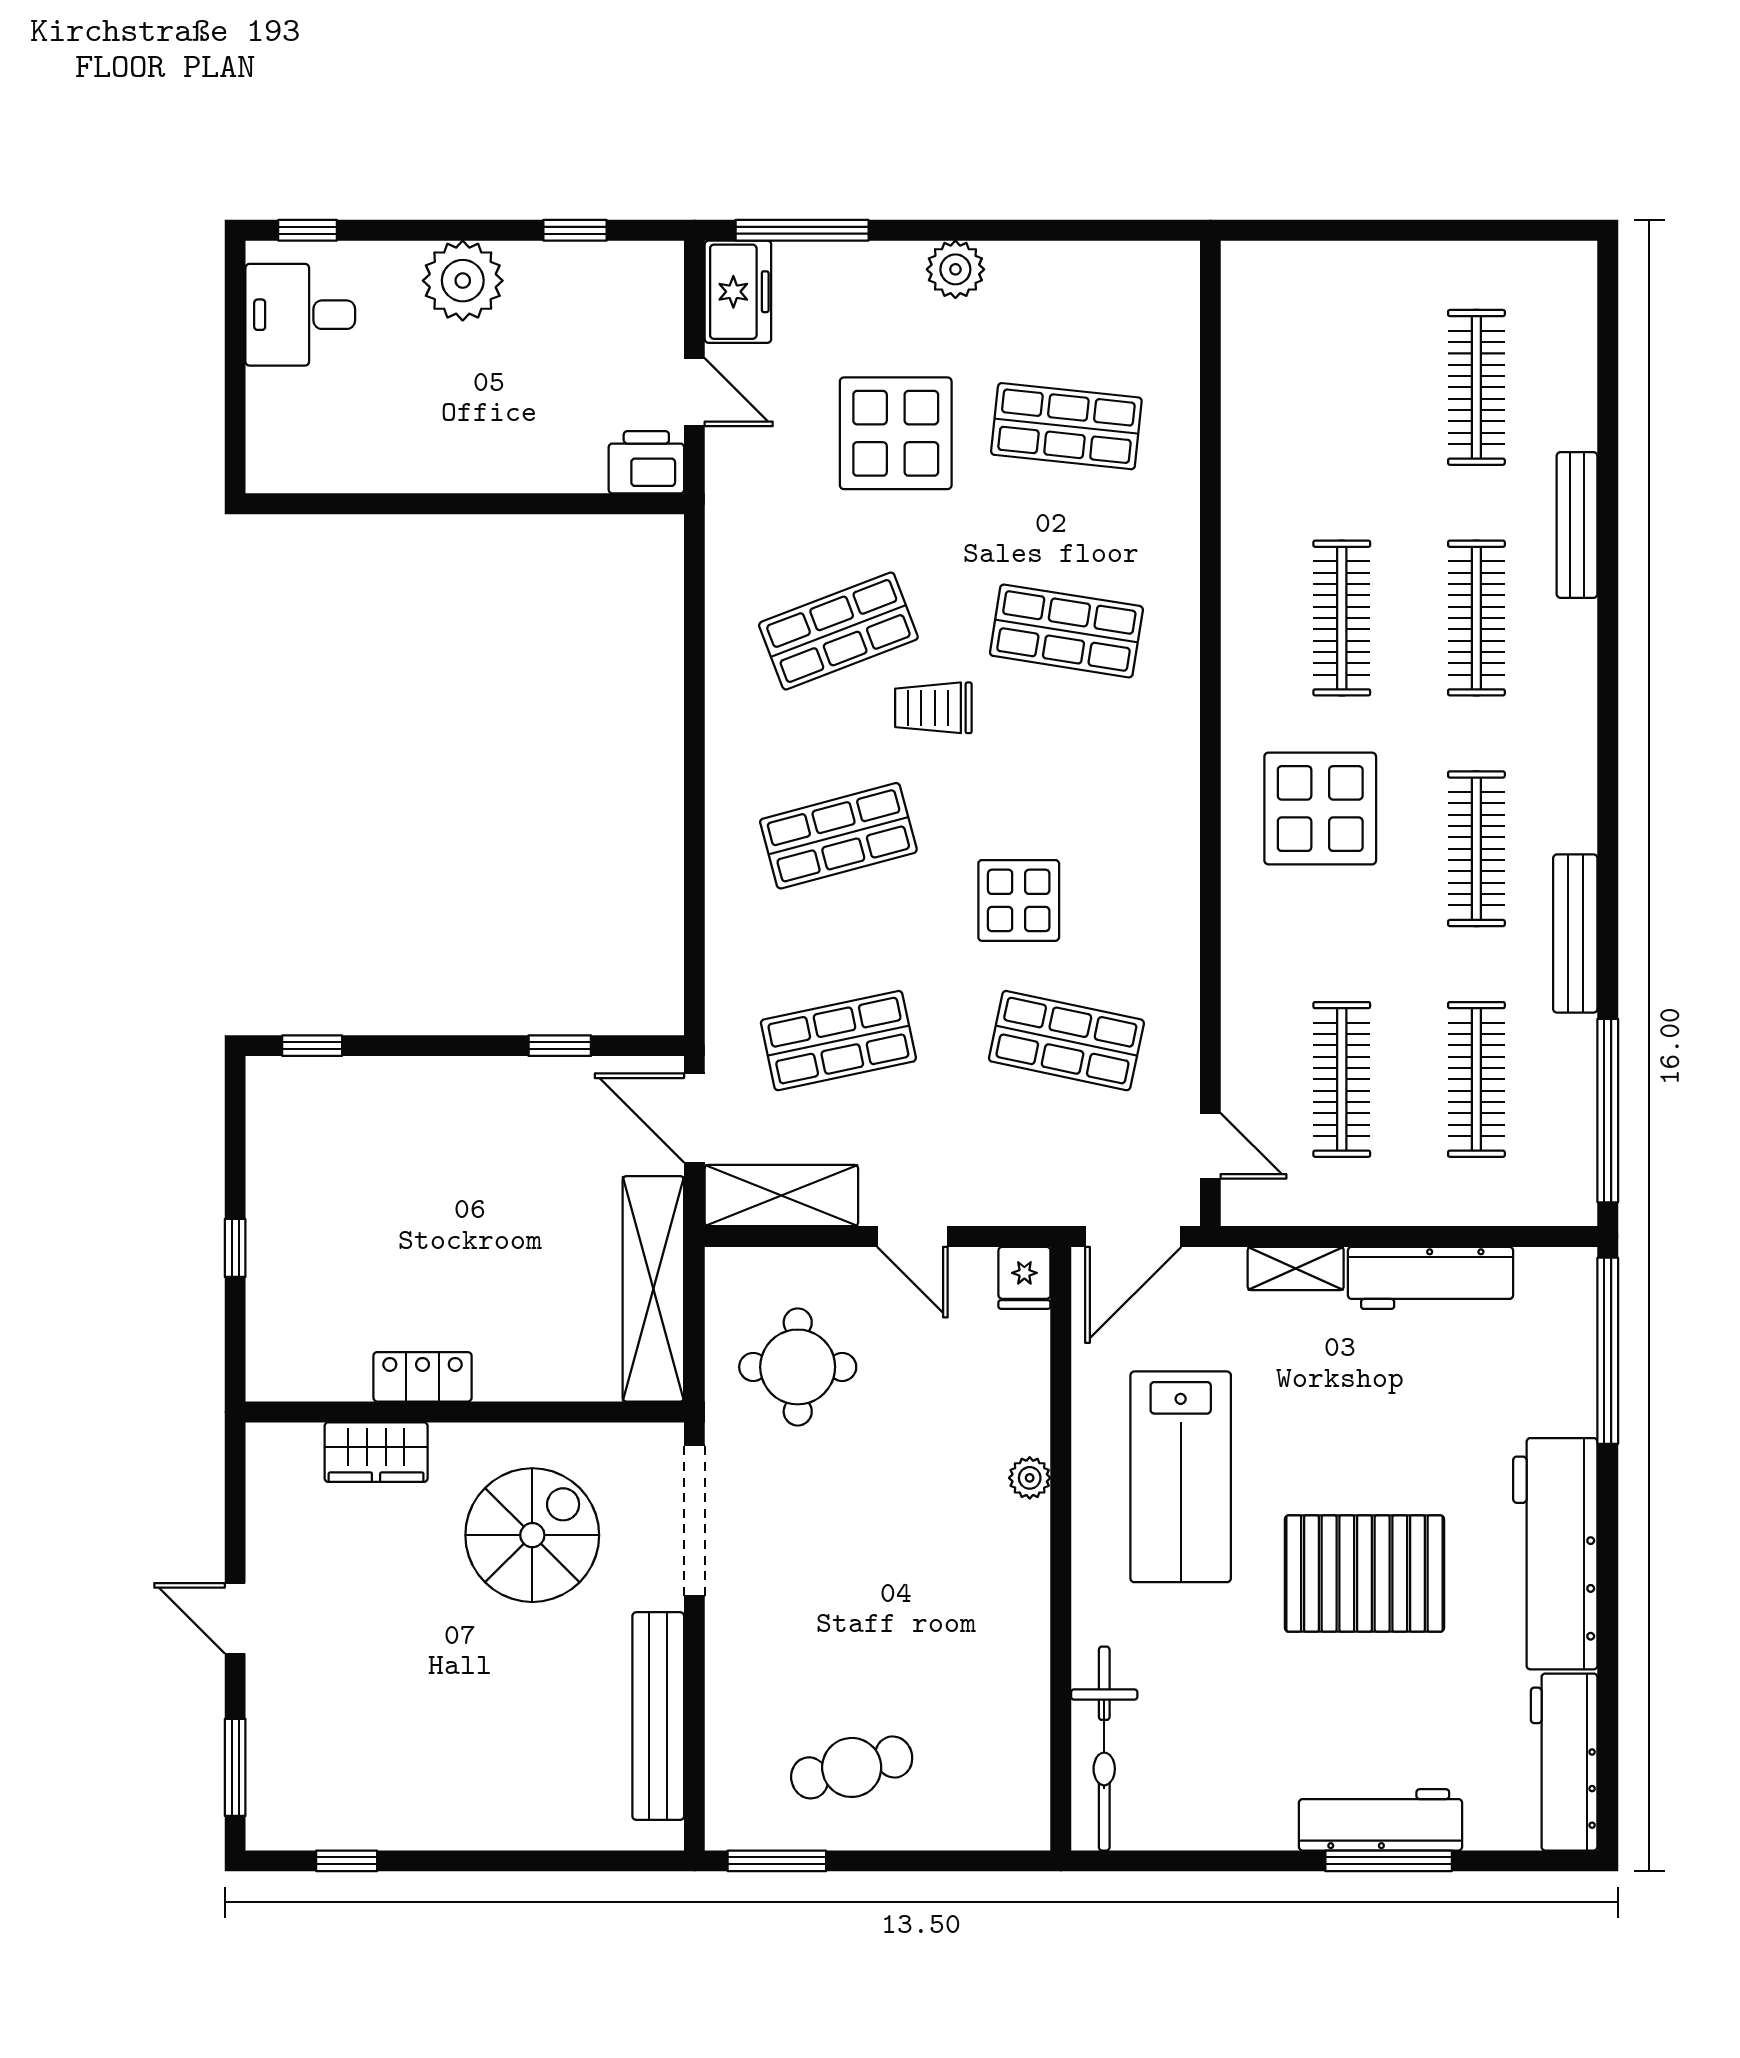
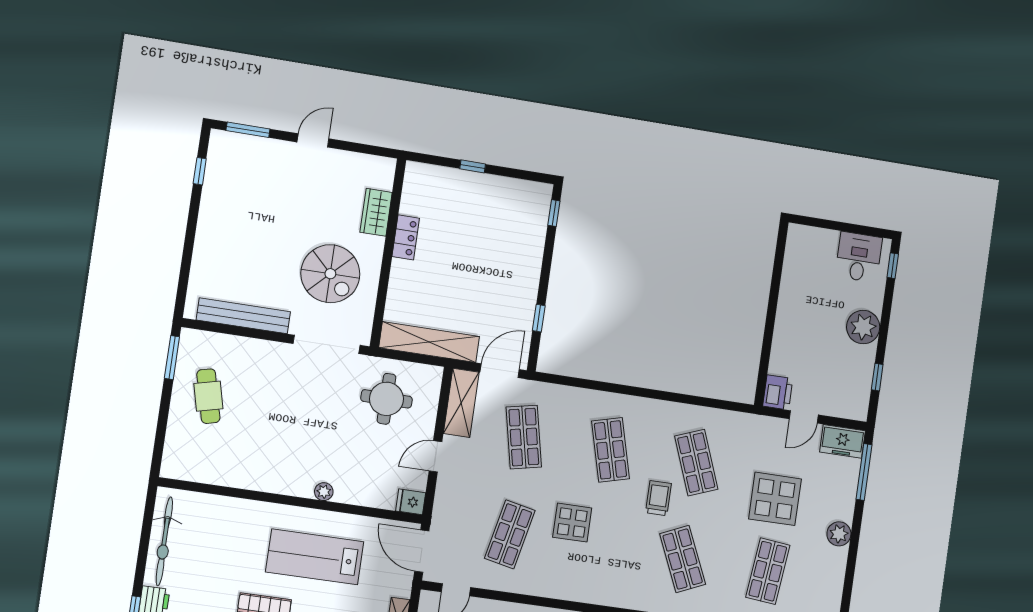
shop shelf: (1066, 631) -> (683, 559), turned -33
bicycle: (1104, 1749) -> (164, 541), moved, turned -90

